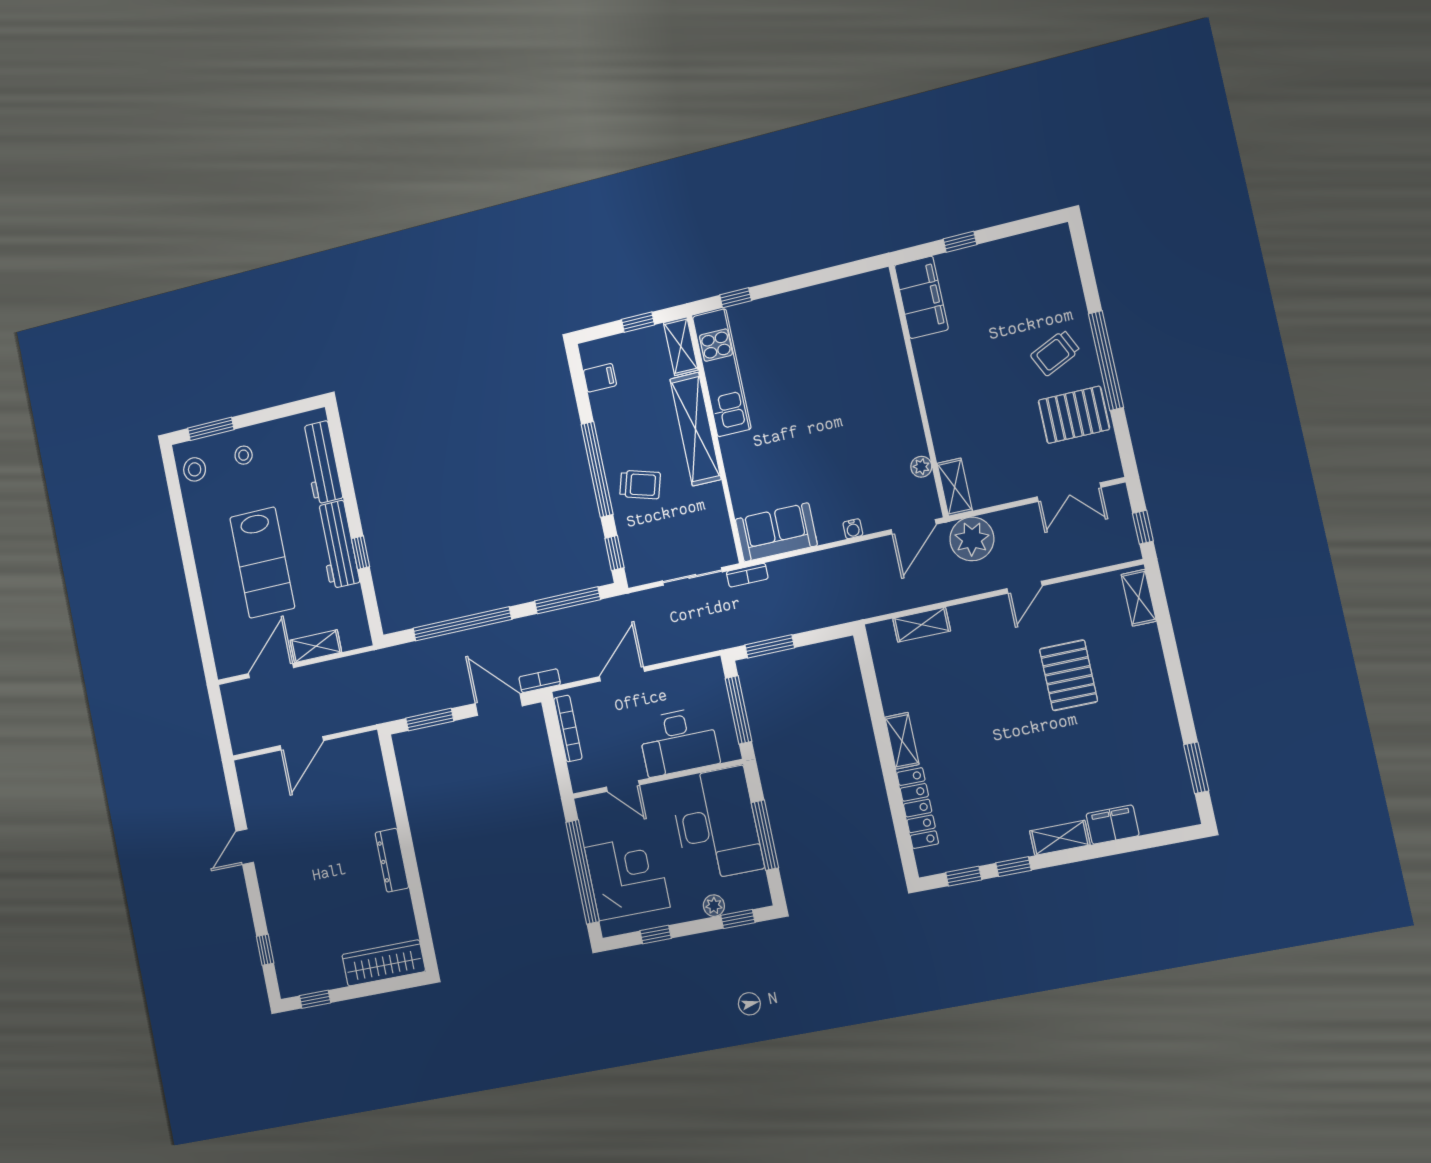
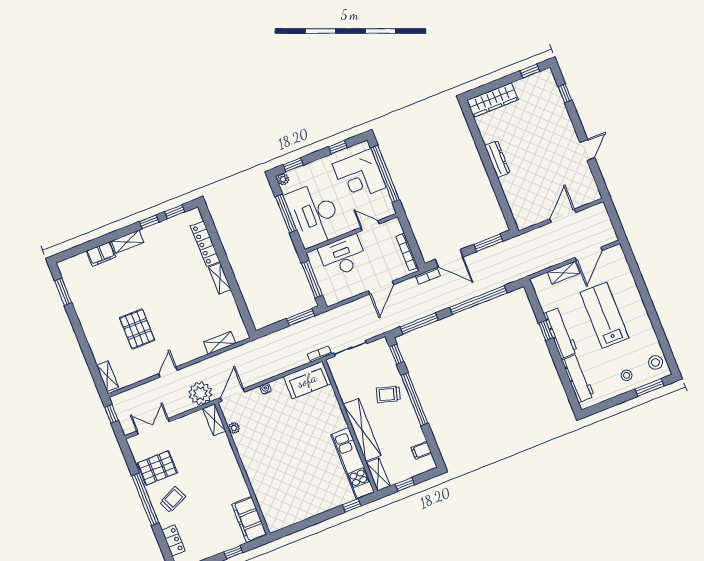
locker: (1067, 278) -> (173, 540), added
plant: (714, 906) -> (283, 179), moved

